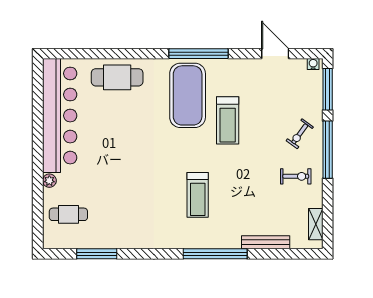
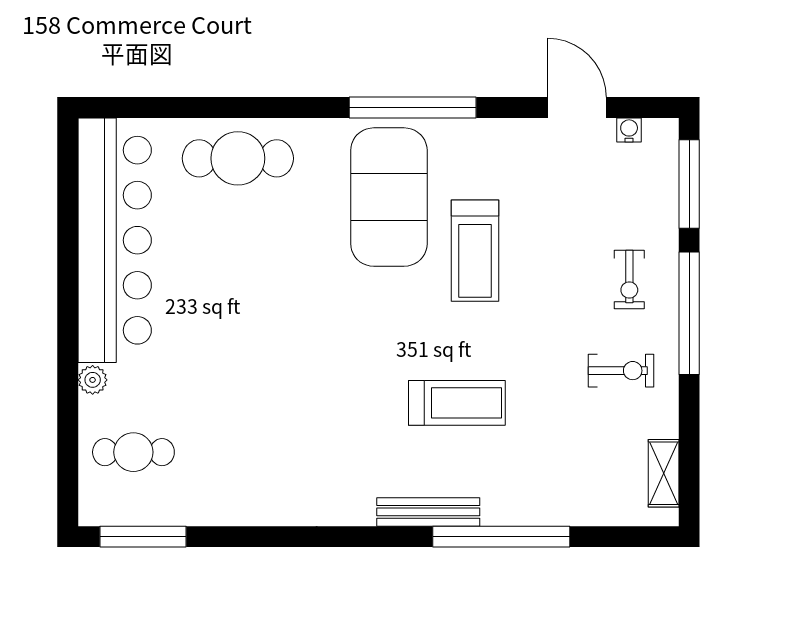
water cooler: (313, 64) -> (629, 130), moved
exercise bike: (300, 134) -> (629, 279), turned -36
treadmill: (198, 195) -> (457, 403), moved, turned -90
bench: (266, 242) -> (428, 512), moved
window: (97, 254) -> (143, 537), moved
window: (215, 254) -> (501, 537), moved

